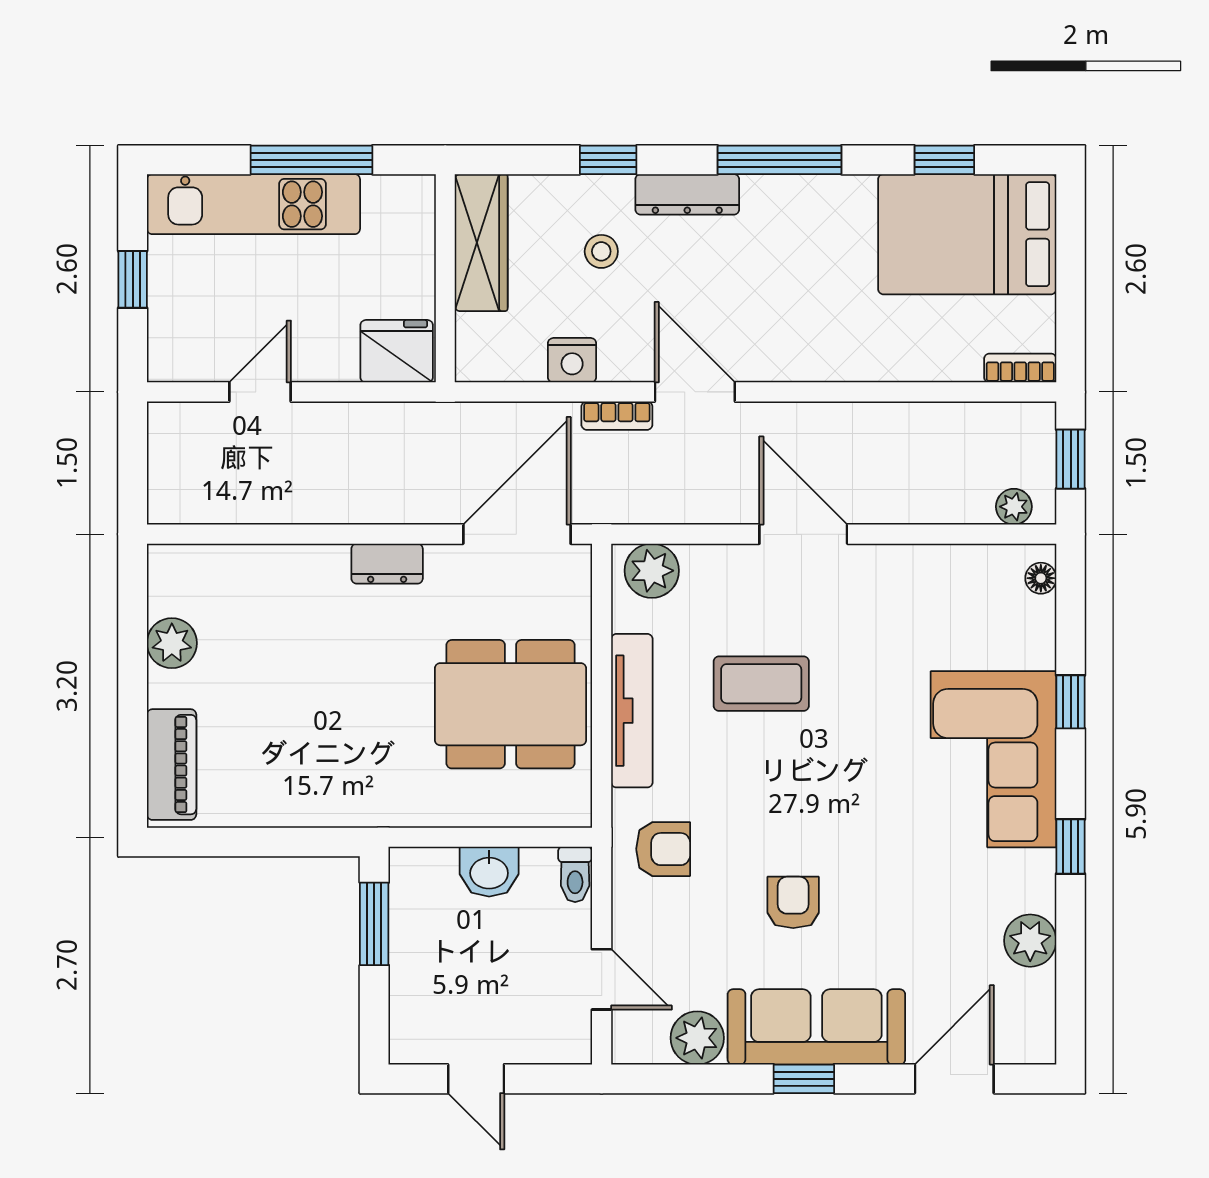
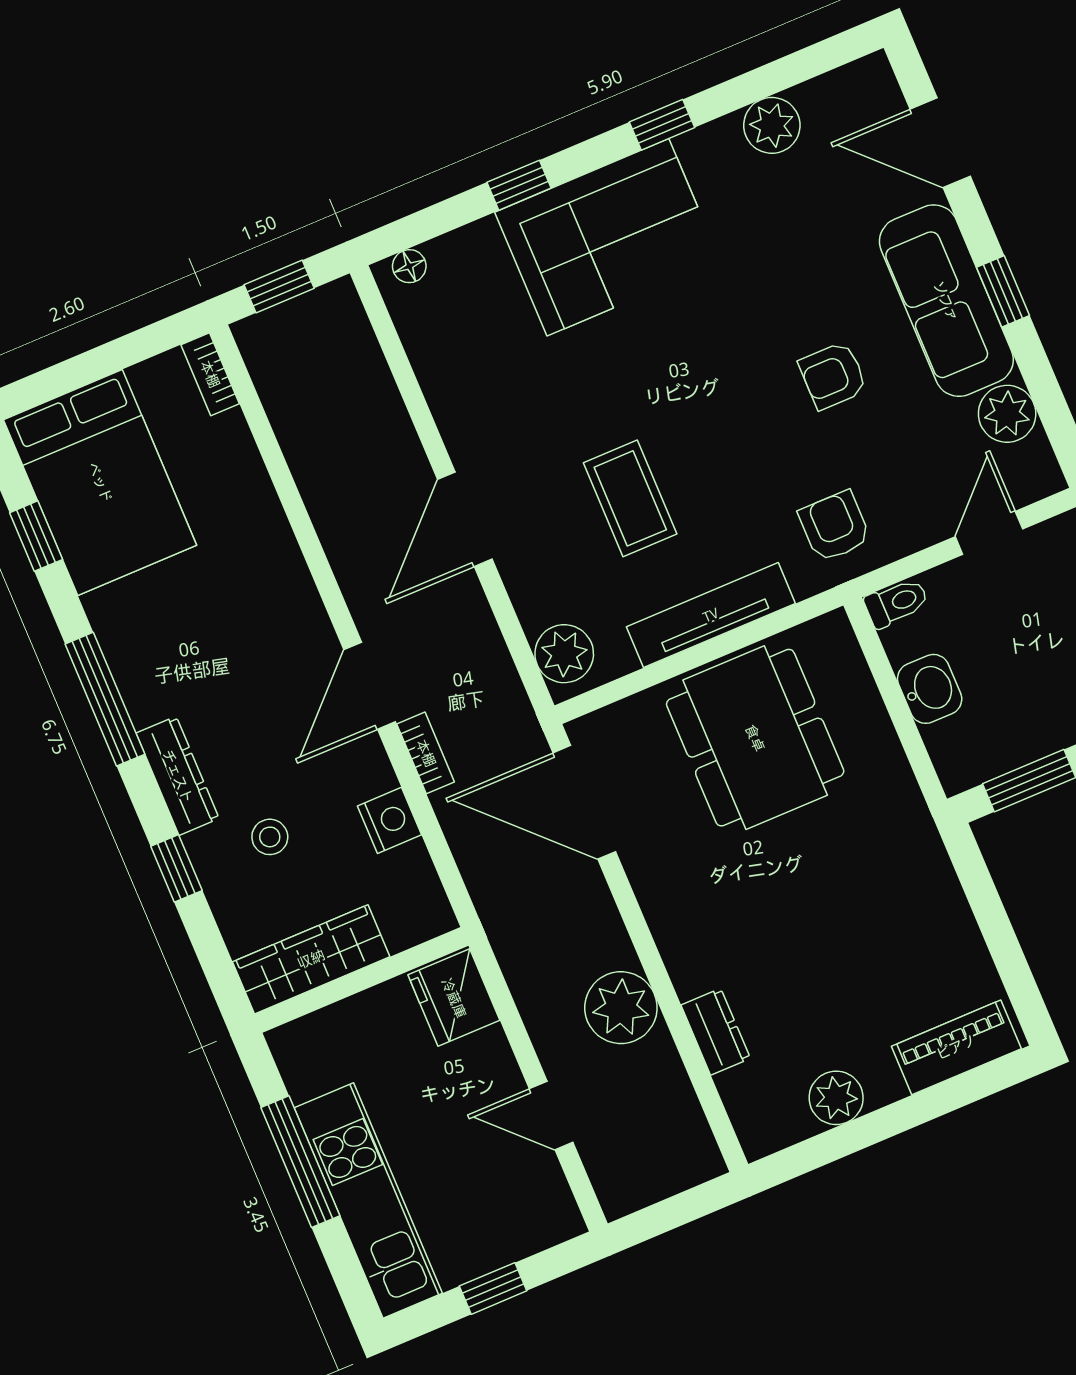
plant: (1014, 507) -> (621, 1008), moved, width x1.88, depth x1.88
dresser: (387, 564) -> (716, 1032), moved

